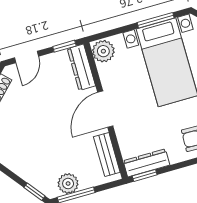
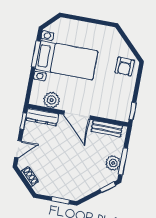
plant: (103, 51) -> (52, 100), moved
door: (27, 57) -> (18, 149), hinge flipped
dresser: (146, 163) -> (125, 106), removed

